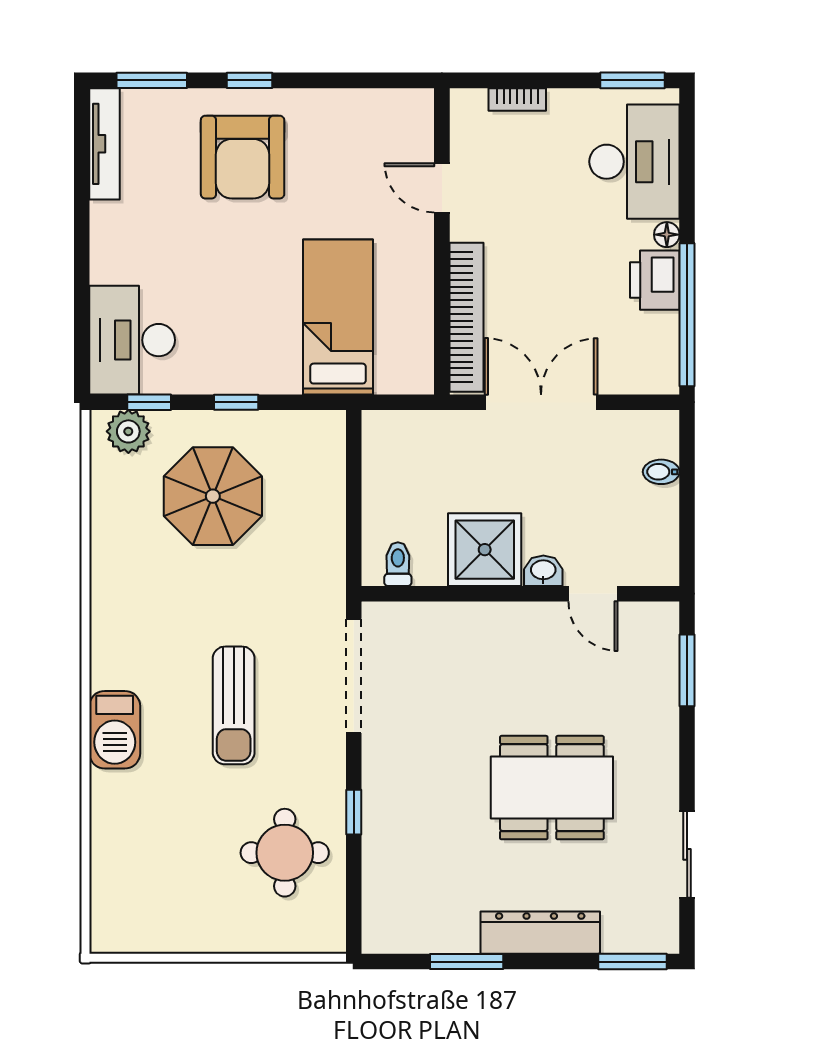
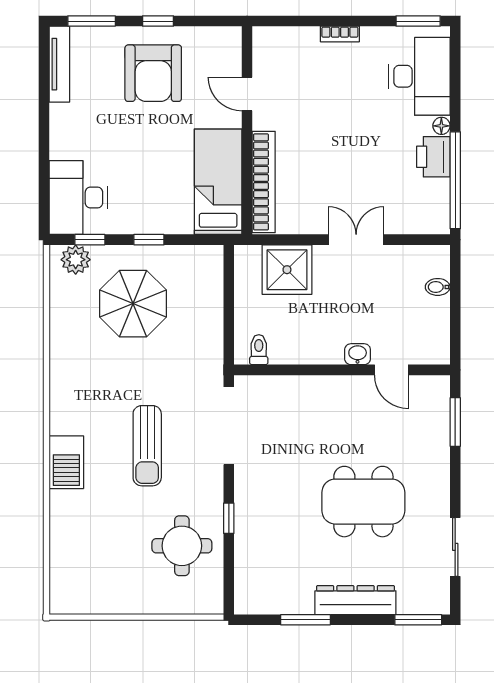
door: (442, 188) -> (247, 94), moved
wall: (442, 241) -> (247, 130), moved
bookcase: (466, 317) -> (264, 182), moved
double door: (541, 402) -> (356, 240), width x0.73
shower: (485, 550) -> (287, 270), moved

